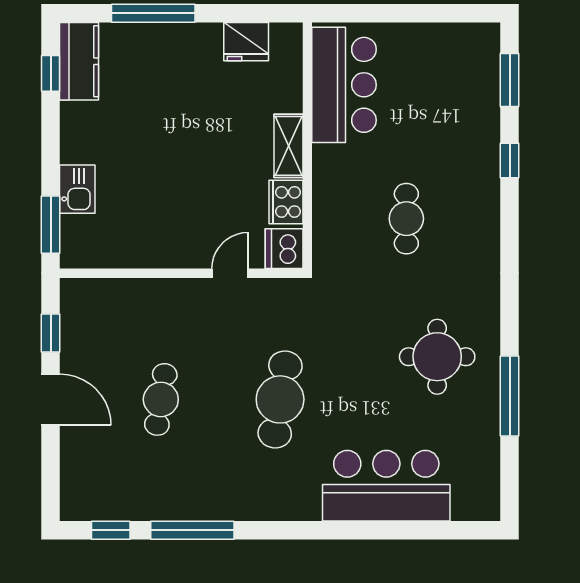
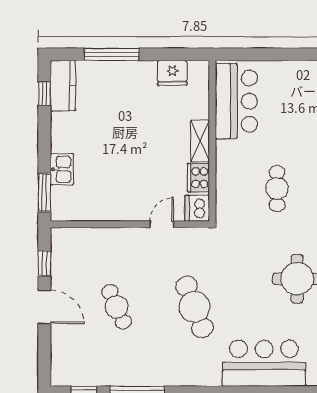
cafe table: (161, 399) -> (117, 307), turned -33
cafe table: (280, 399) -> (195, 307), turned -30

